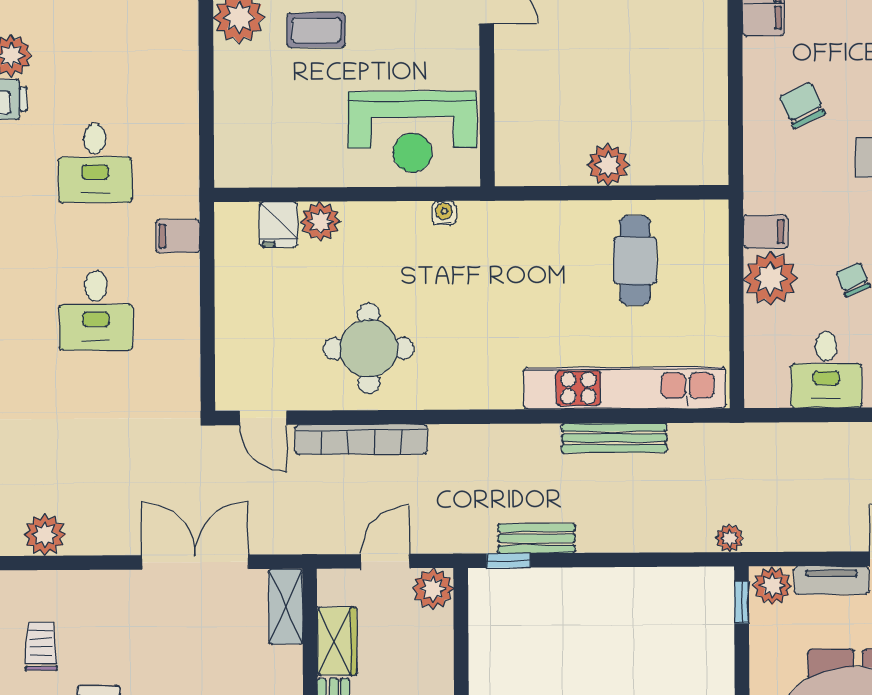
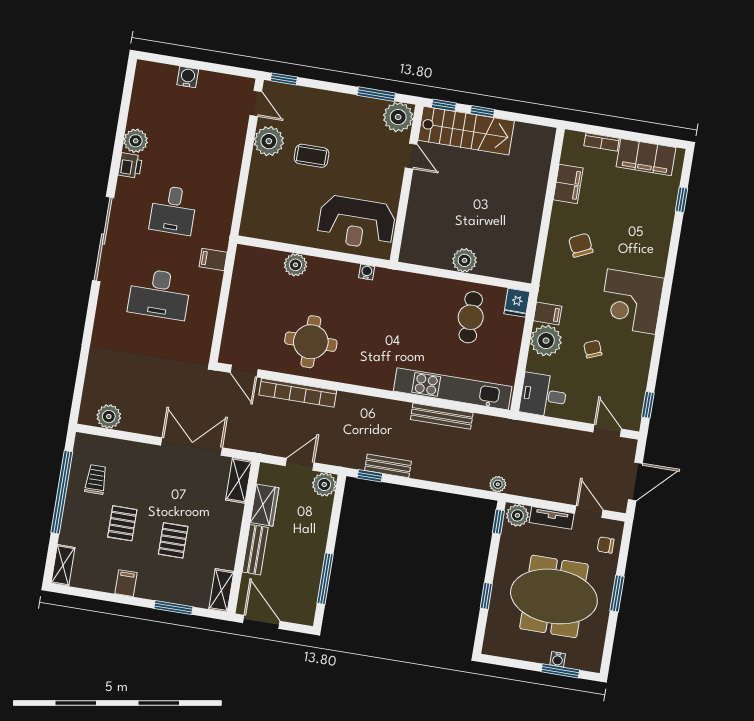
fridge: (279, 224) -> (517, 303), moved
desk: (96, 311) -> (159, 294), width x1.37
desk: (826, 370) -> (543, 395), moved, turned 90

